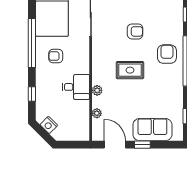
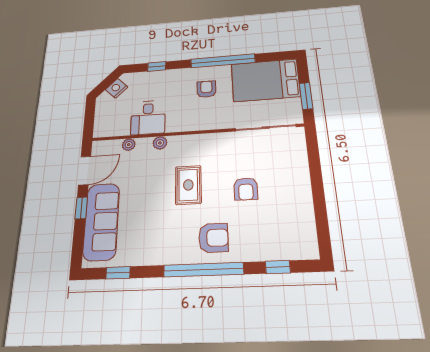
desk: (76, 87) -> (148, 117), moved
sofa: (152, 130) -> (101, 221), width x1.36

